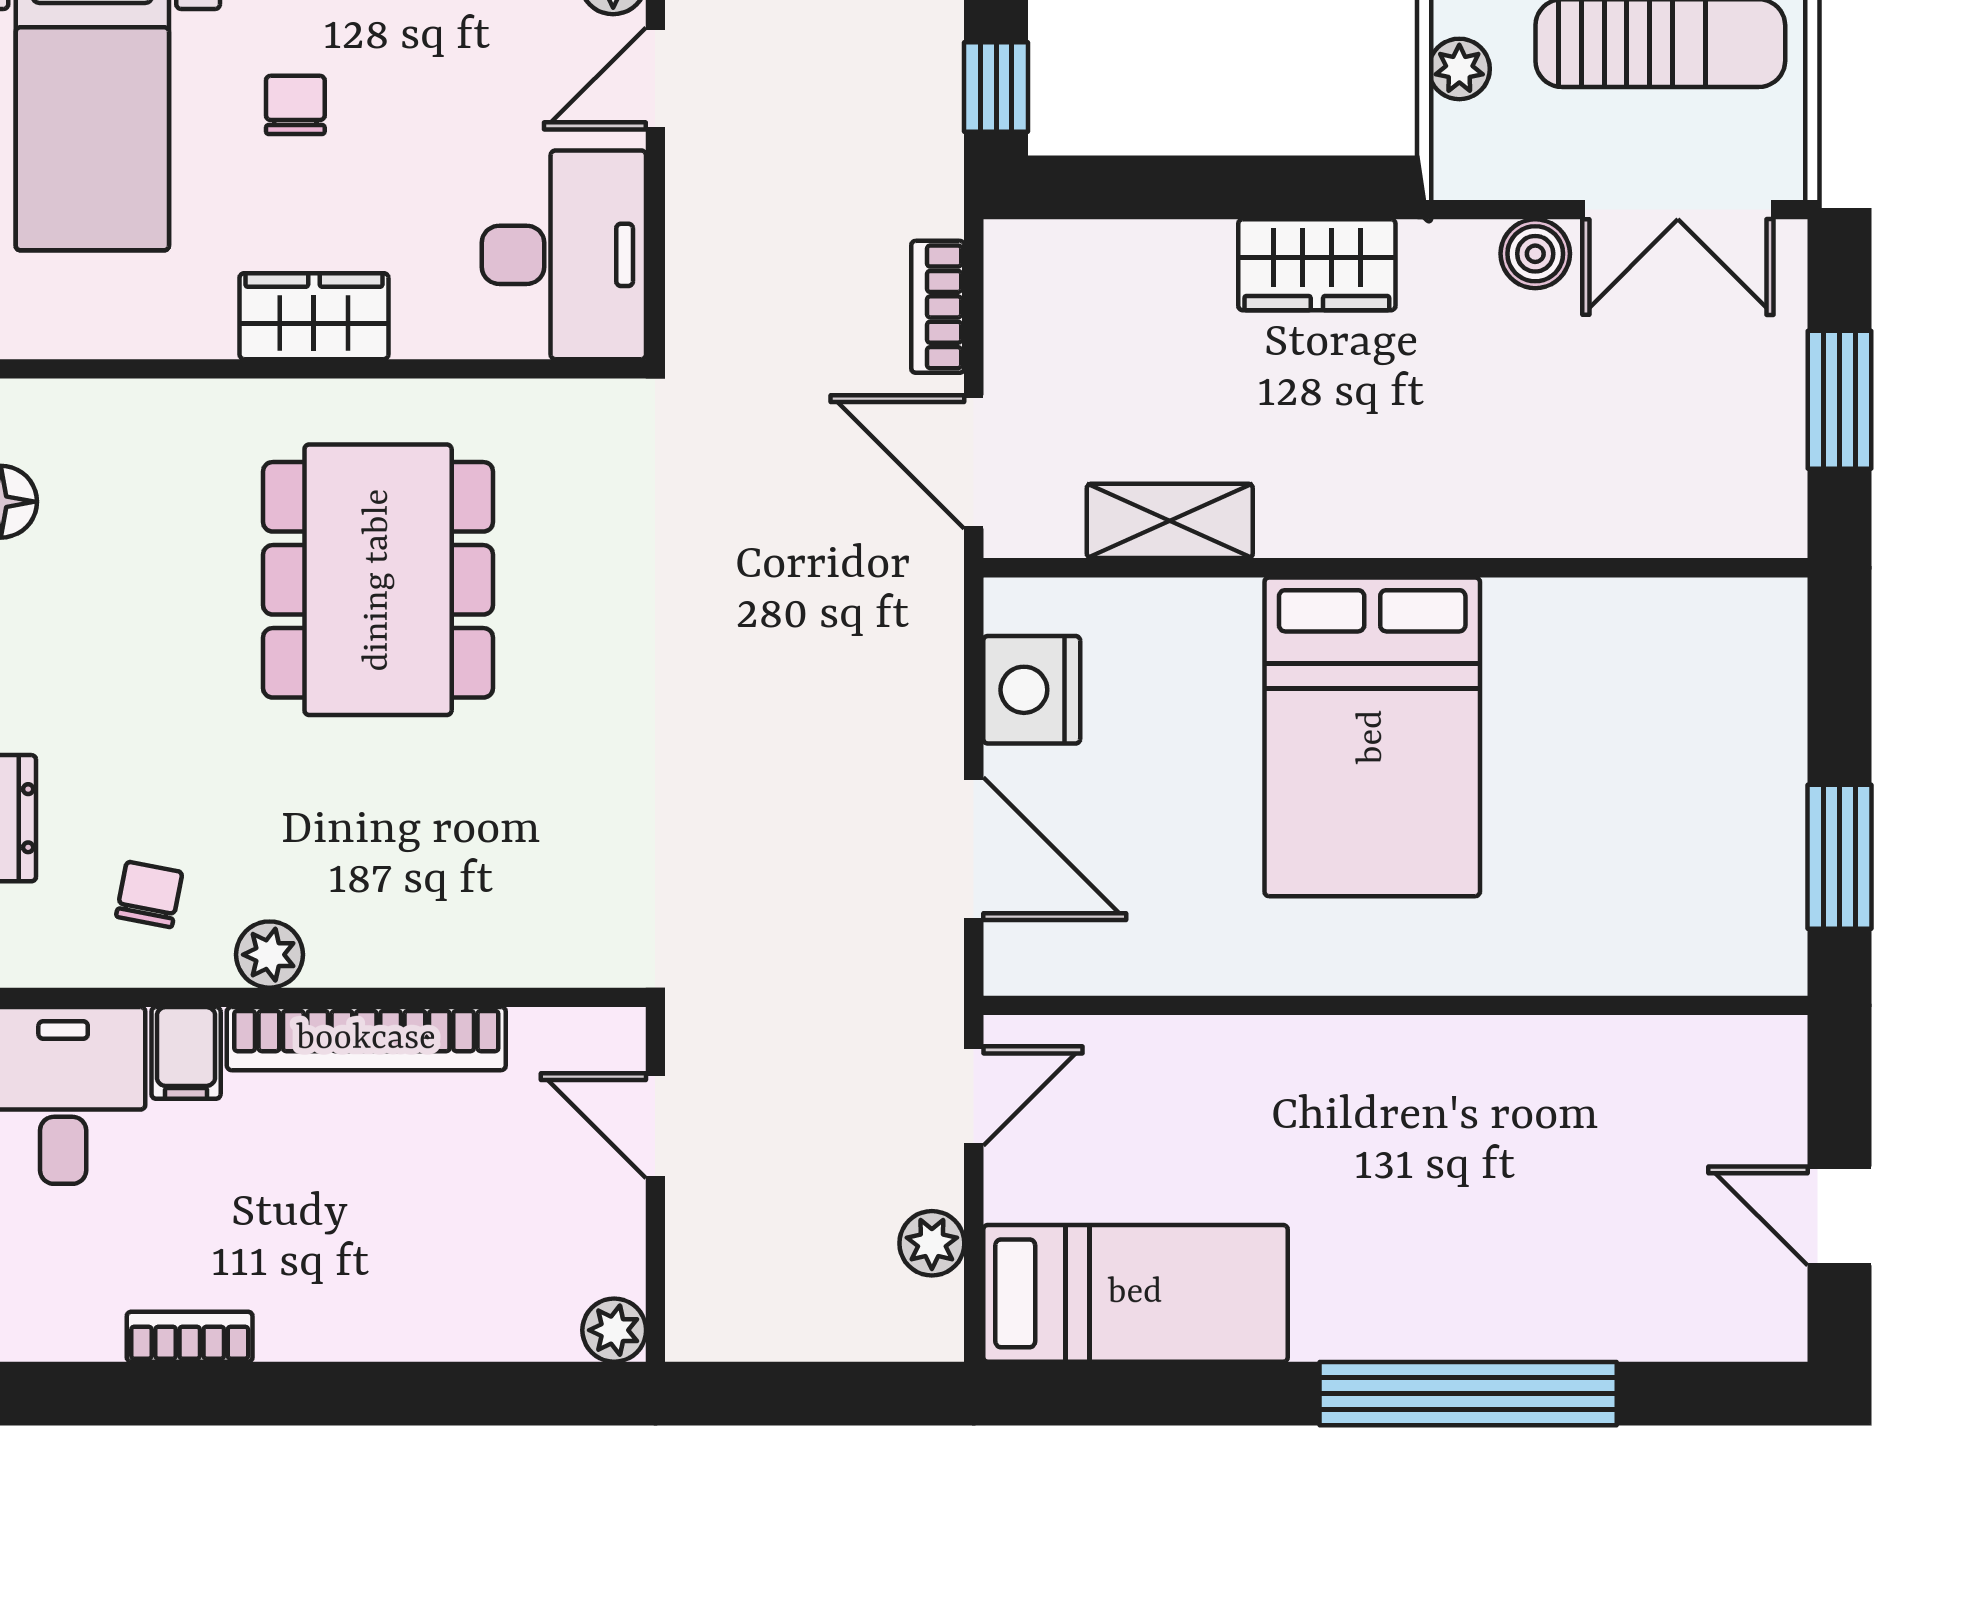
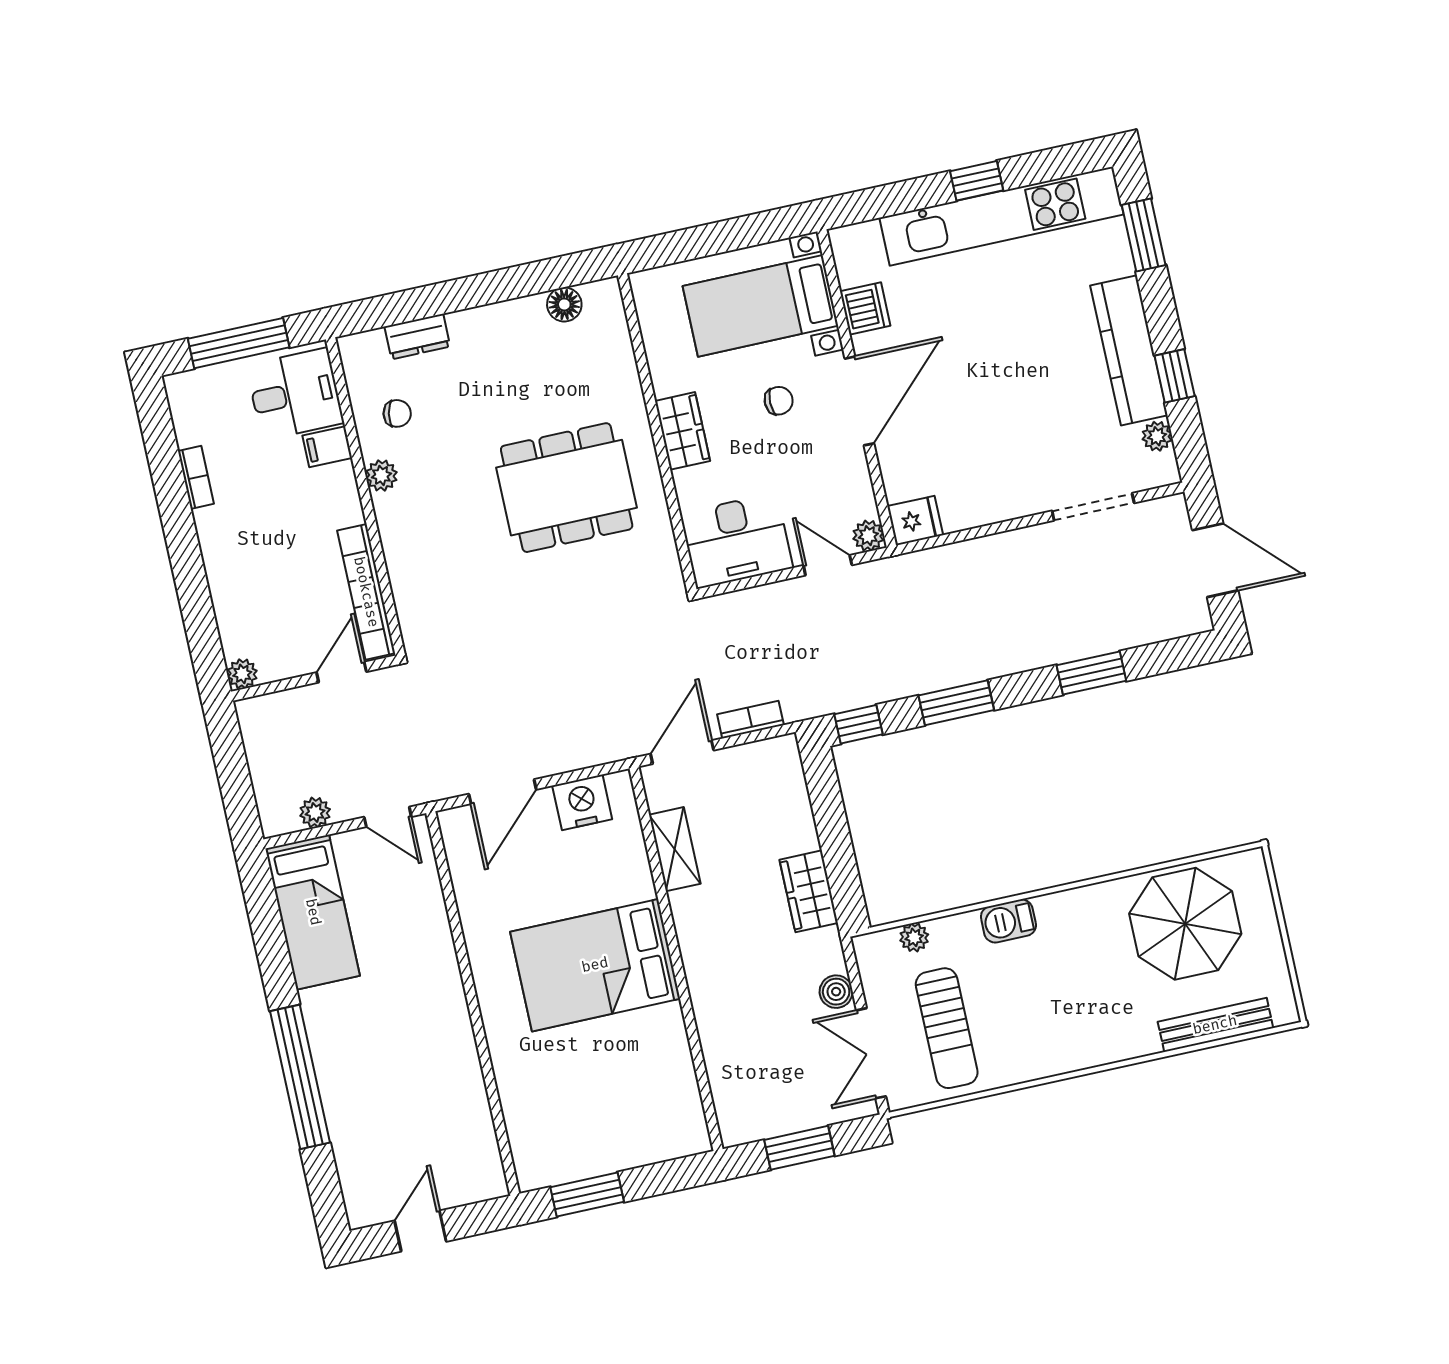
bookcase: (366, 1039) -> (366, 592), moved

